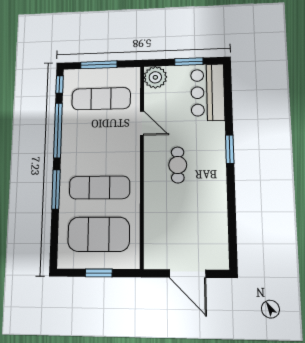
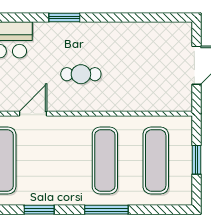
window: (58, 130) -> (39, 210), width x0.47
exercise mat: (99, 234) -> (156, 161), width x0.68

